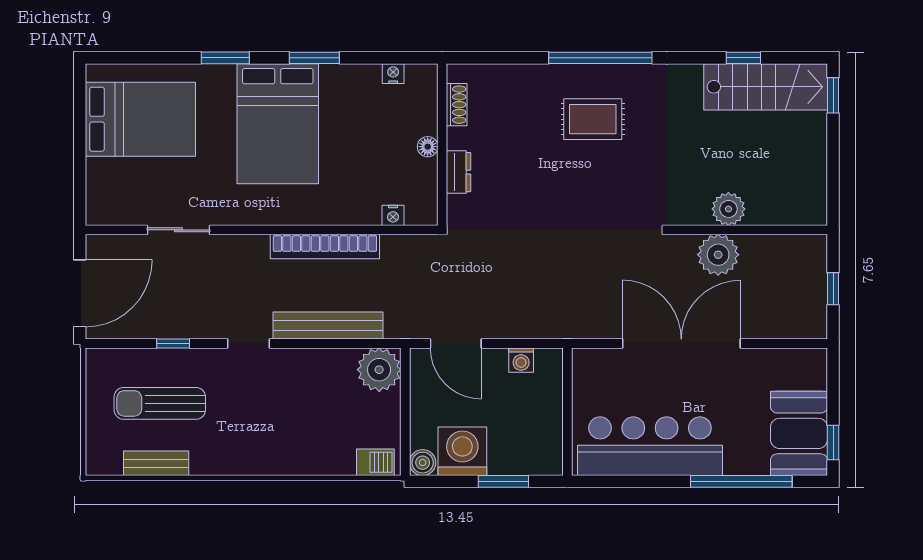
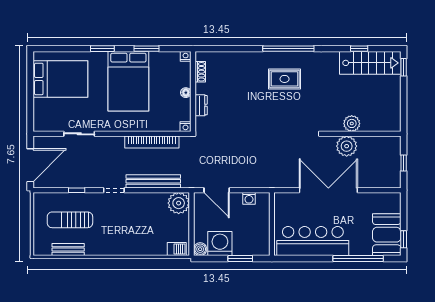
shoe rack: (457, 105) -> (200, 72), moved
wall: (442, 145) -> (193, 92), moved
floor lamp: (428, 147) -> (186, 93), moved
dresser: (459, 172) -> (201, 105), moved

